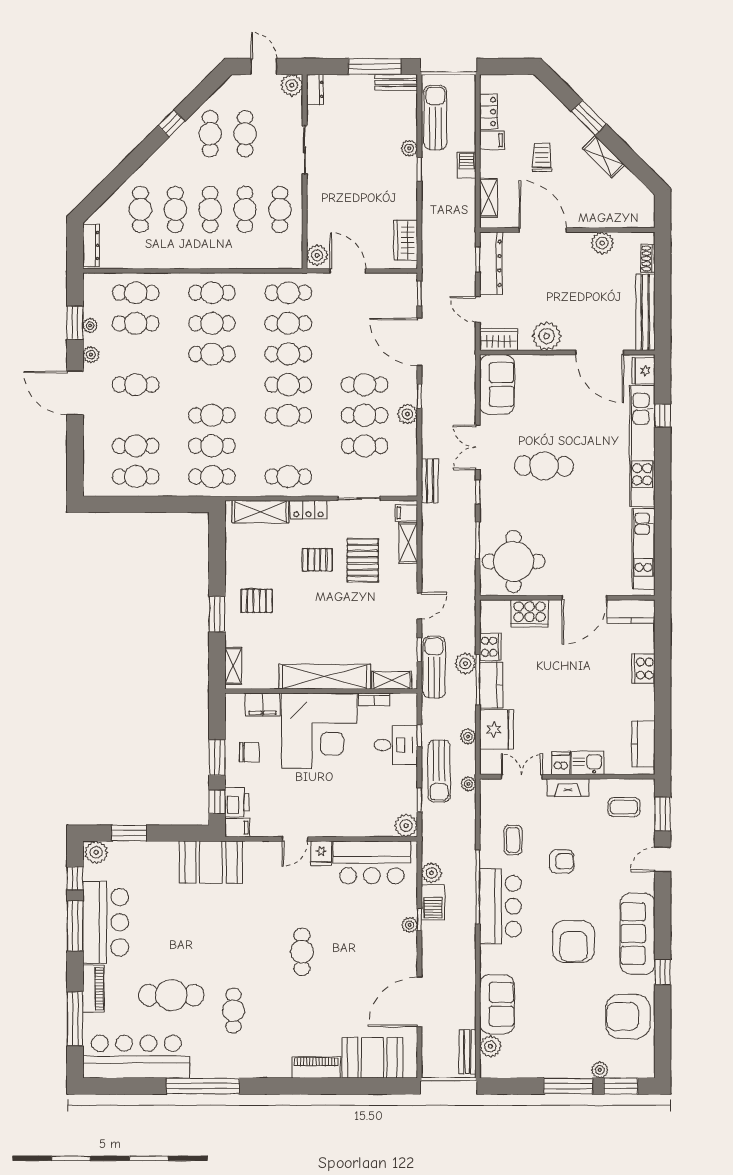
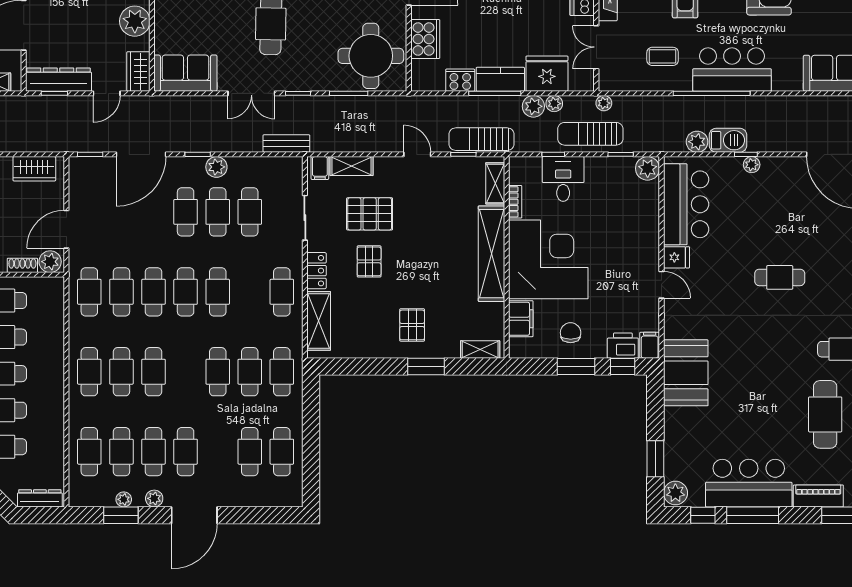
shoe rack: (314, 229) -> (22, 265), added
cafe table: (136, 354) -> (154, 452), added
plant: (465, 664) -> (533, 106), moved
sun lounger: (439, 771) -> (590, 134), turned 180

